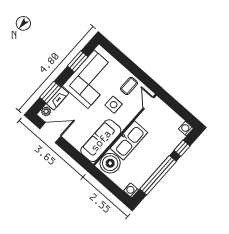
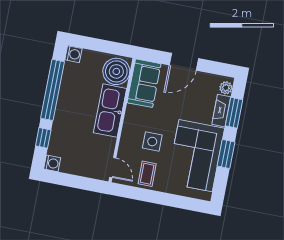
window: (78, 61) -> (226, 154), moved
door: (50, 133) -> (184, 62), moved
sofa: (101, 141) -> (144, 83), width x0.73

